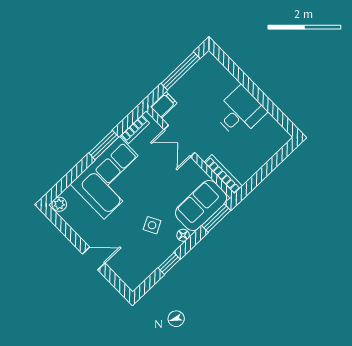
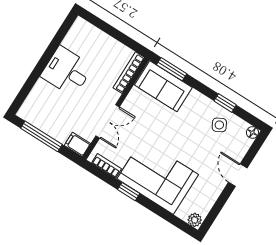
window: (104, 145) -> (129, 192), width x0.67
side table: (152, 225) -> (219, 125), moved
floor lamp: (183, 235) -> (252, 132), moved

